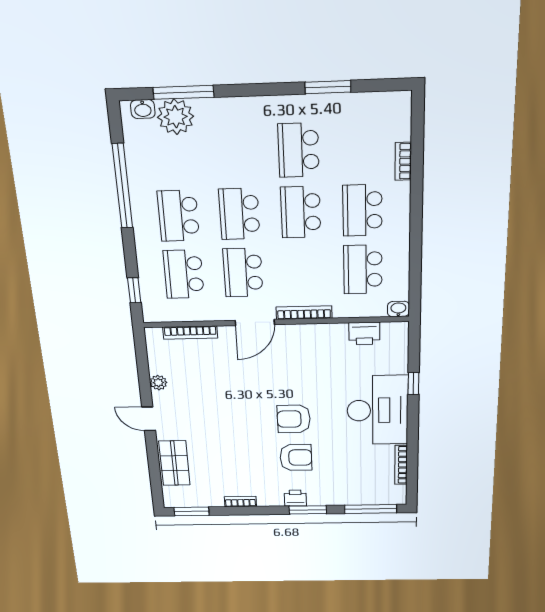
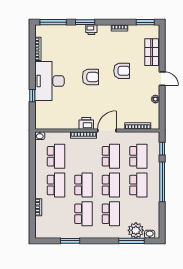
school desk: (236, 152) -> (111, 214), added
window: (122, 186) -> (162, 182), moved
printer: (364, 333) -> (86, 123), moved
armchair: (296, 458) -> (122, 71), moved, turned 180

